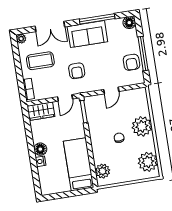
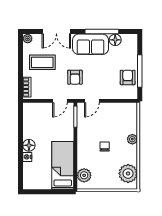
floor lamp: (129, 23) -> (115, 40), moved
armchair: (131, 62) -> (128, 77), turned 180
door: (111, 90) -> (92, 101), moved
wardrobe: (41, 111) -> (35, 110), removed
plant: (142, 126) -> (132, 139), width x0.53, depth x0.53

